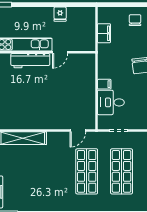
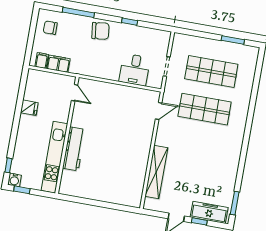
door: (60, 52) -> (75, 93), moved
filing cabinet: (104, 84) -> (42, 61), moved
door: (78, 131) -> (159, 111), hinge flipped

